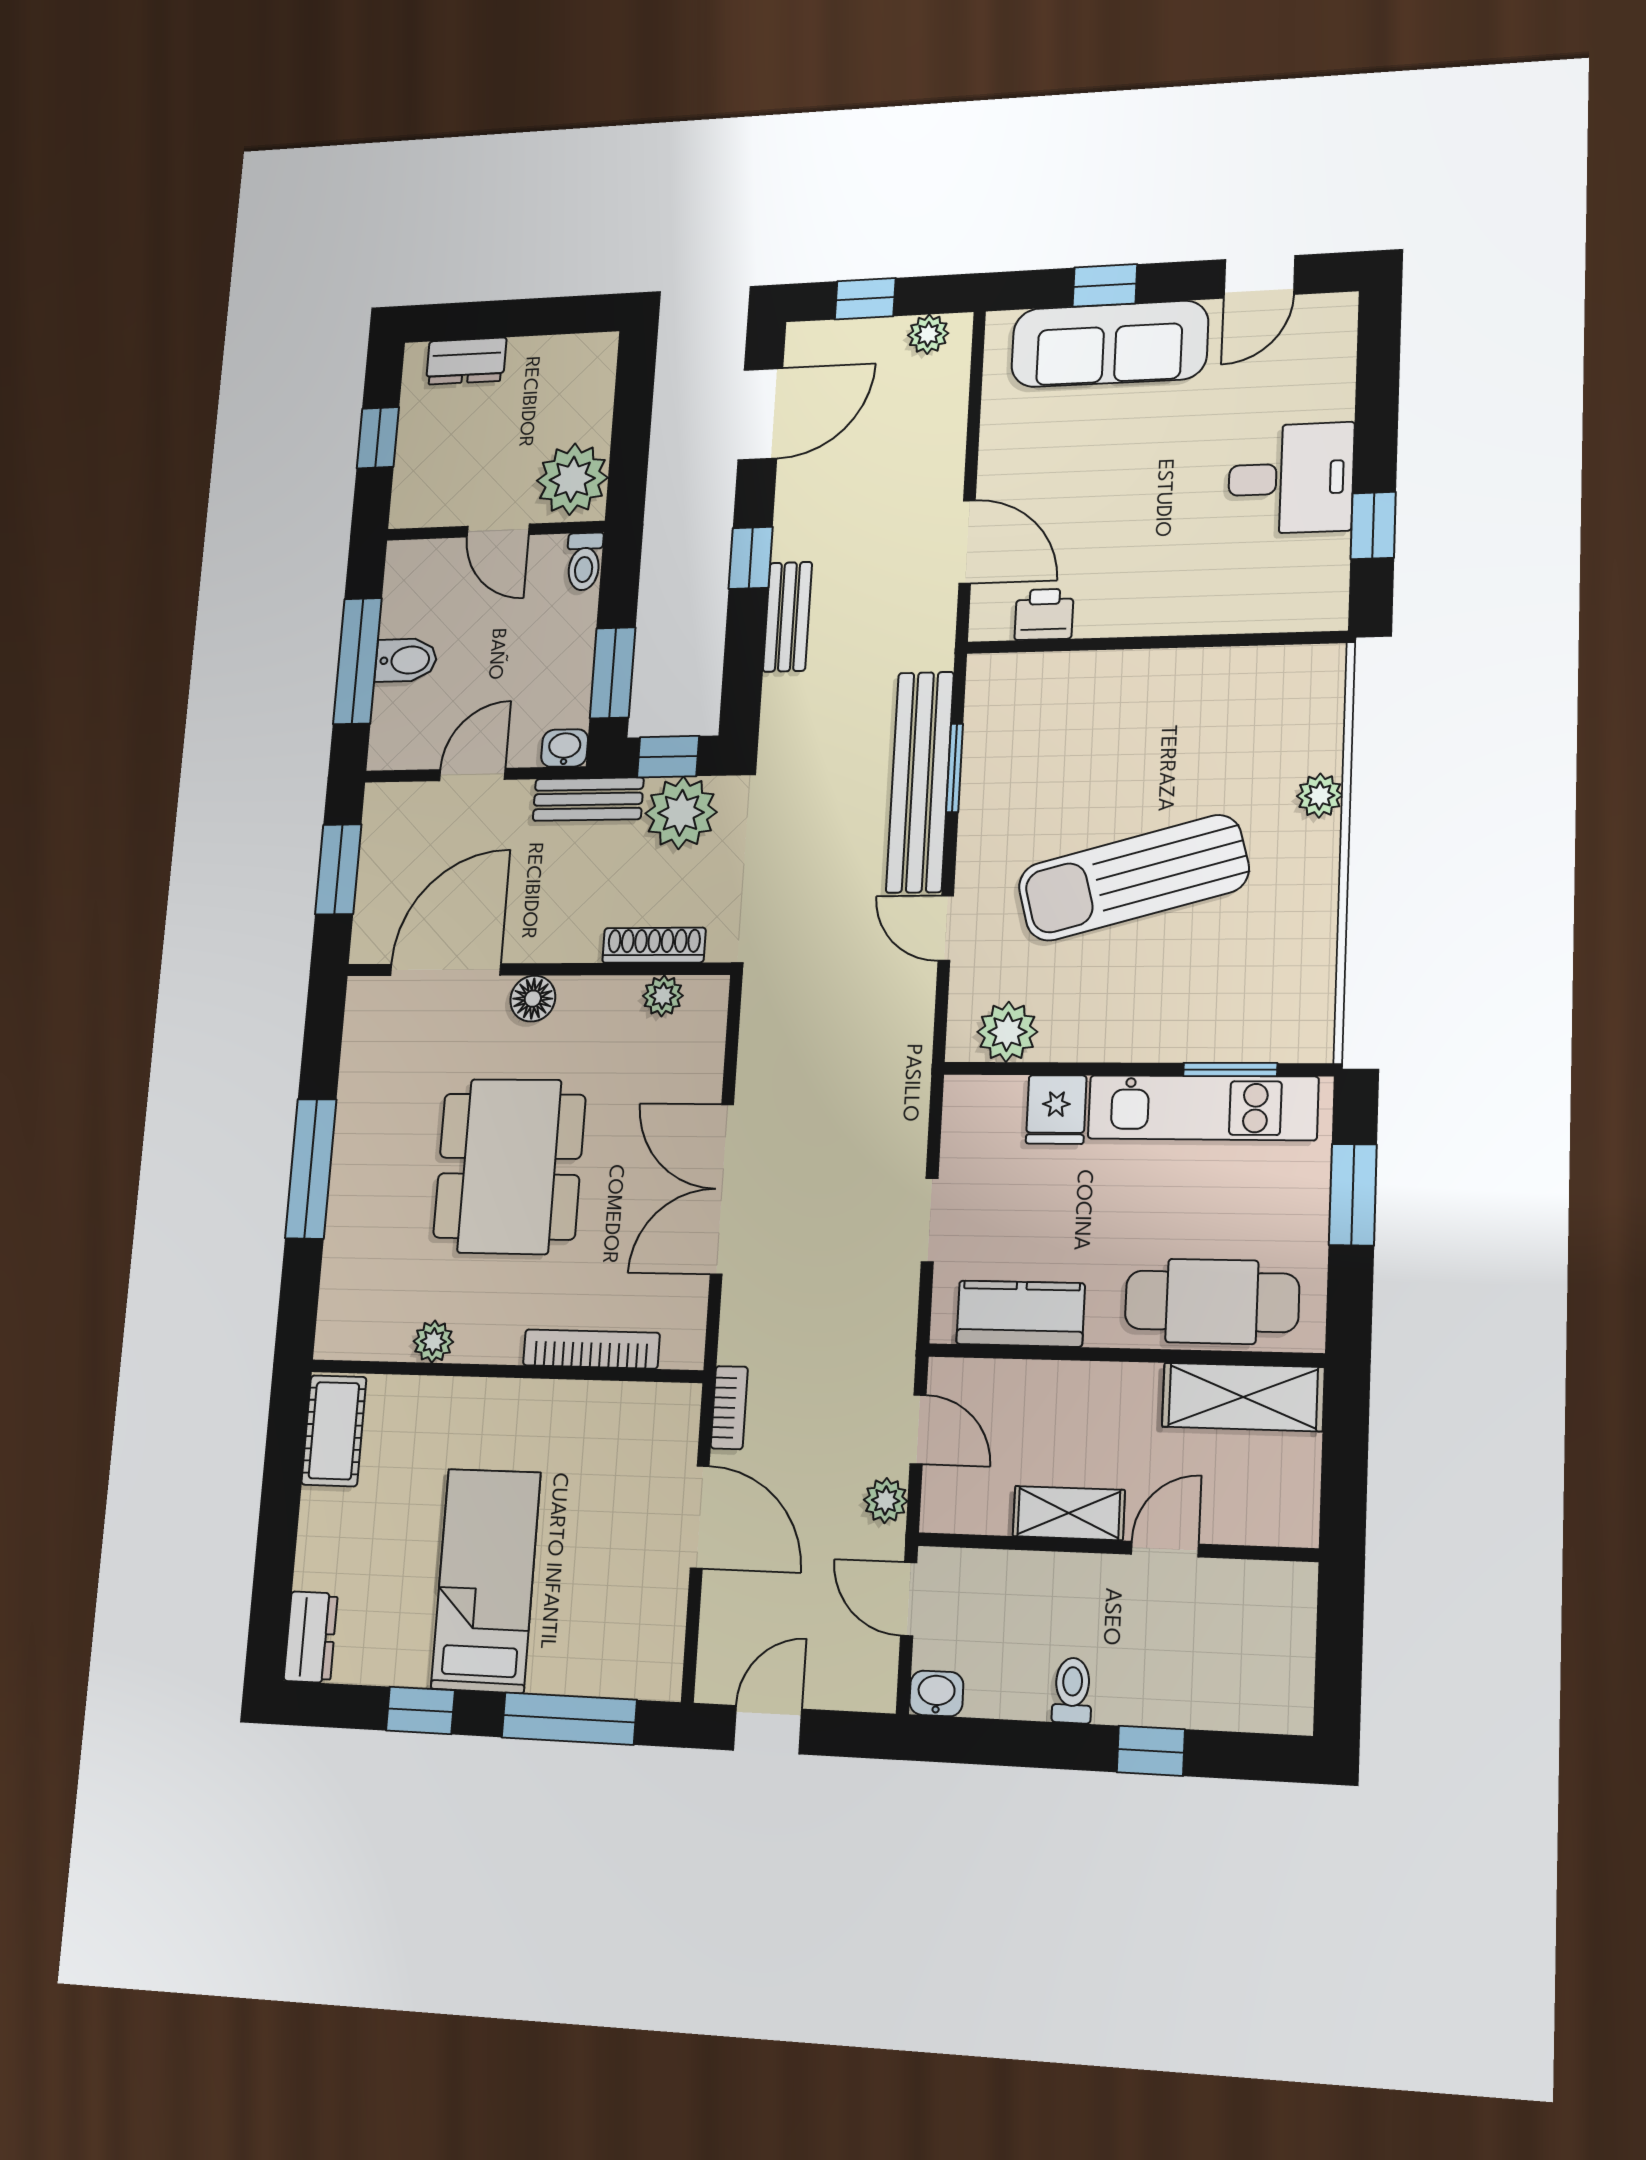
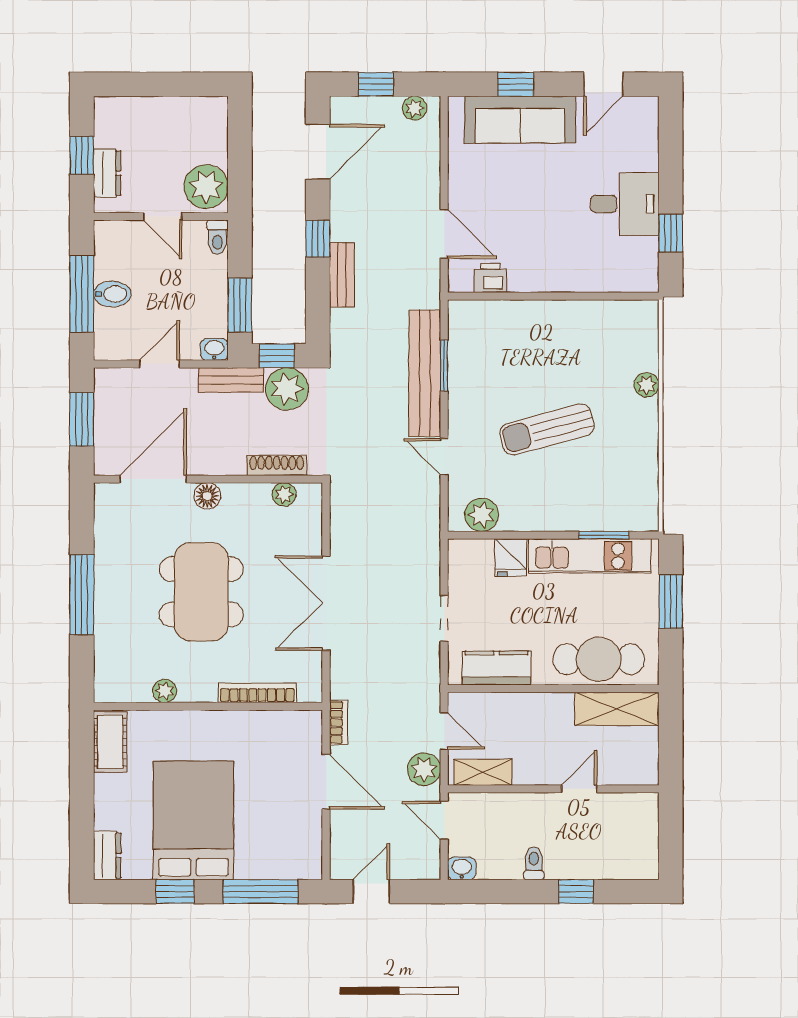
dresser: (466, 361) -> (107, 173), moved, turned -90
sun lounger: (1133, 878) -> (547, 429), width x0.73, depth x0.75
plant: (886, 1501) -> (424, 769), width x1.38, depth x1.38
shelving: (1069, 1513) -> (483, 772), moved
bed: (486, 1580) -> (193, 820), width x1.50

